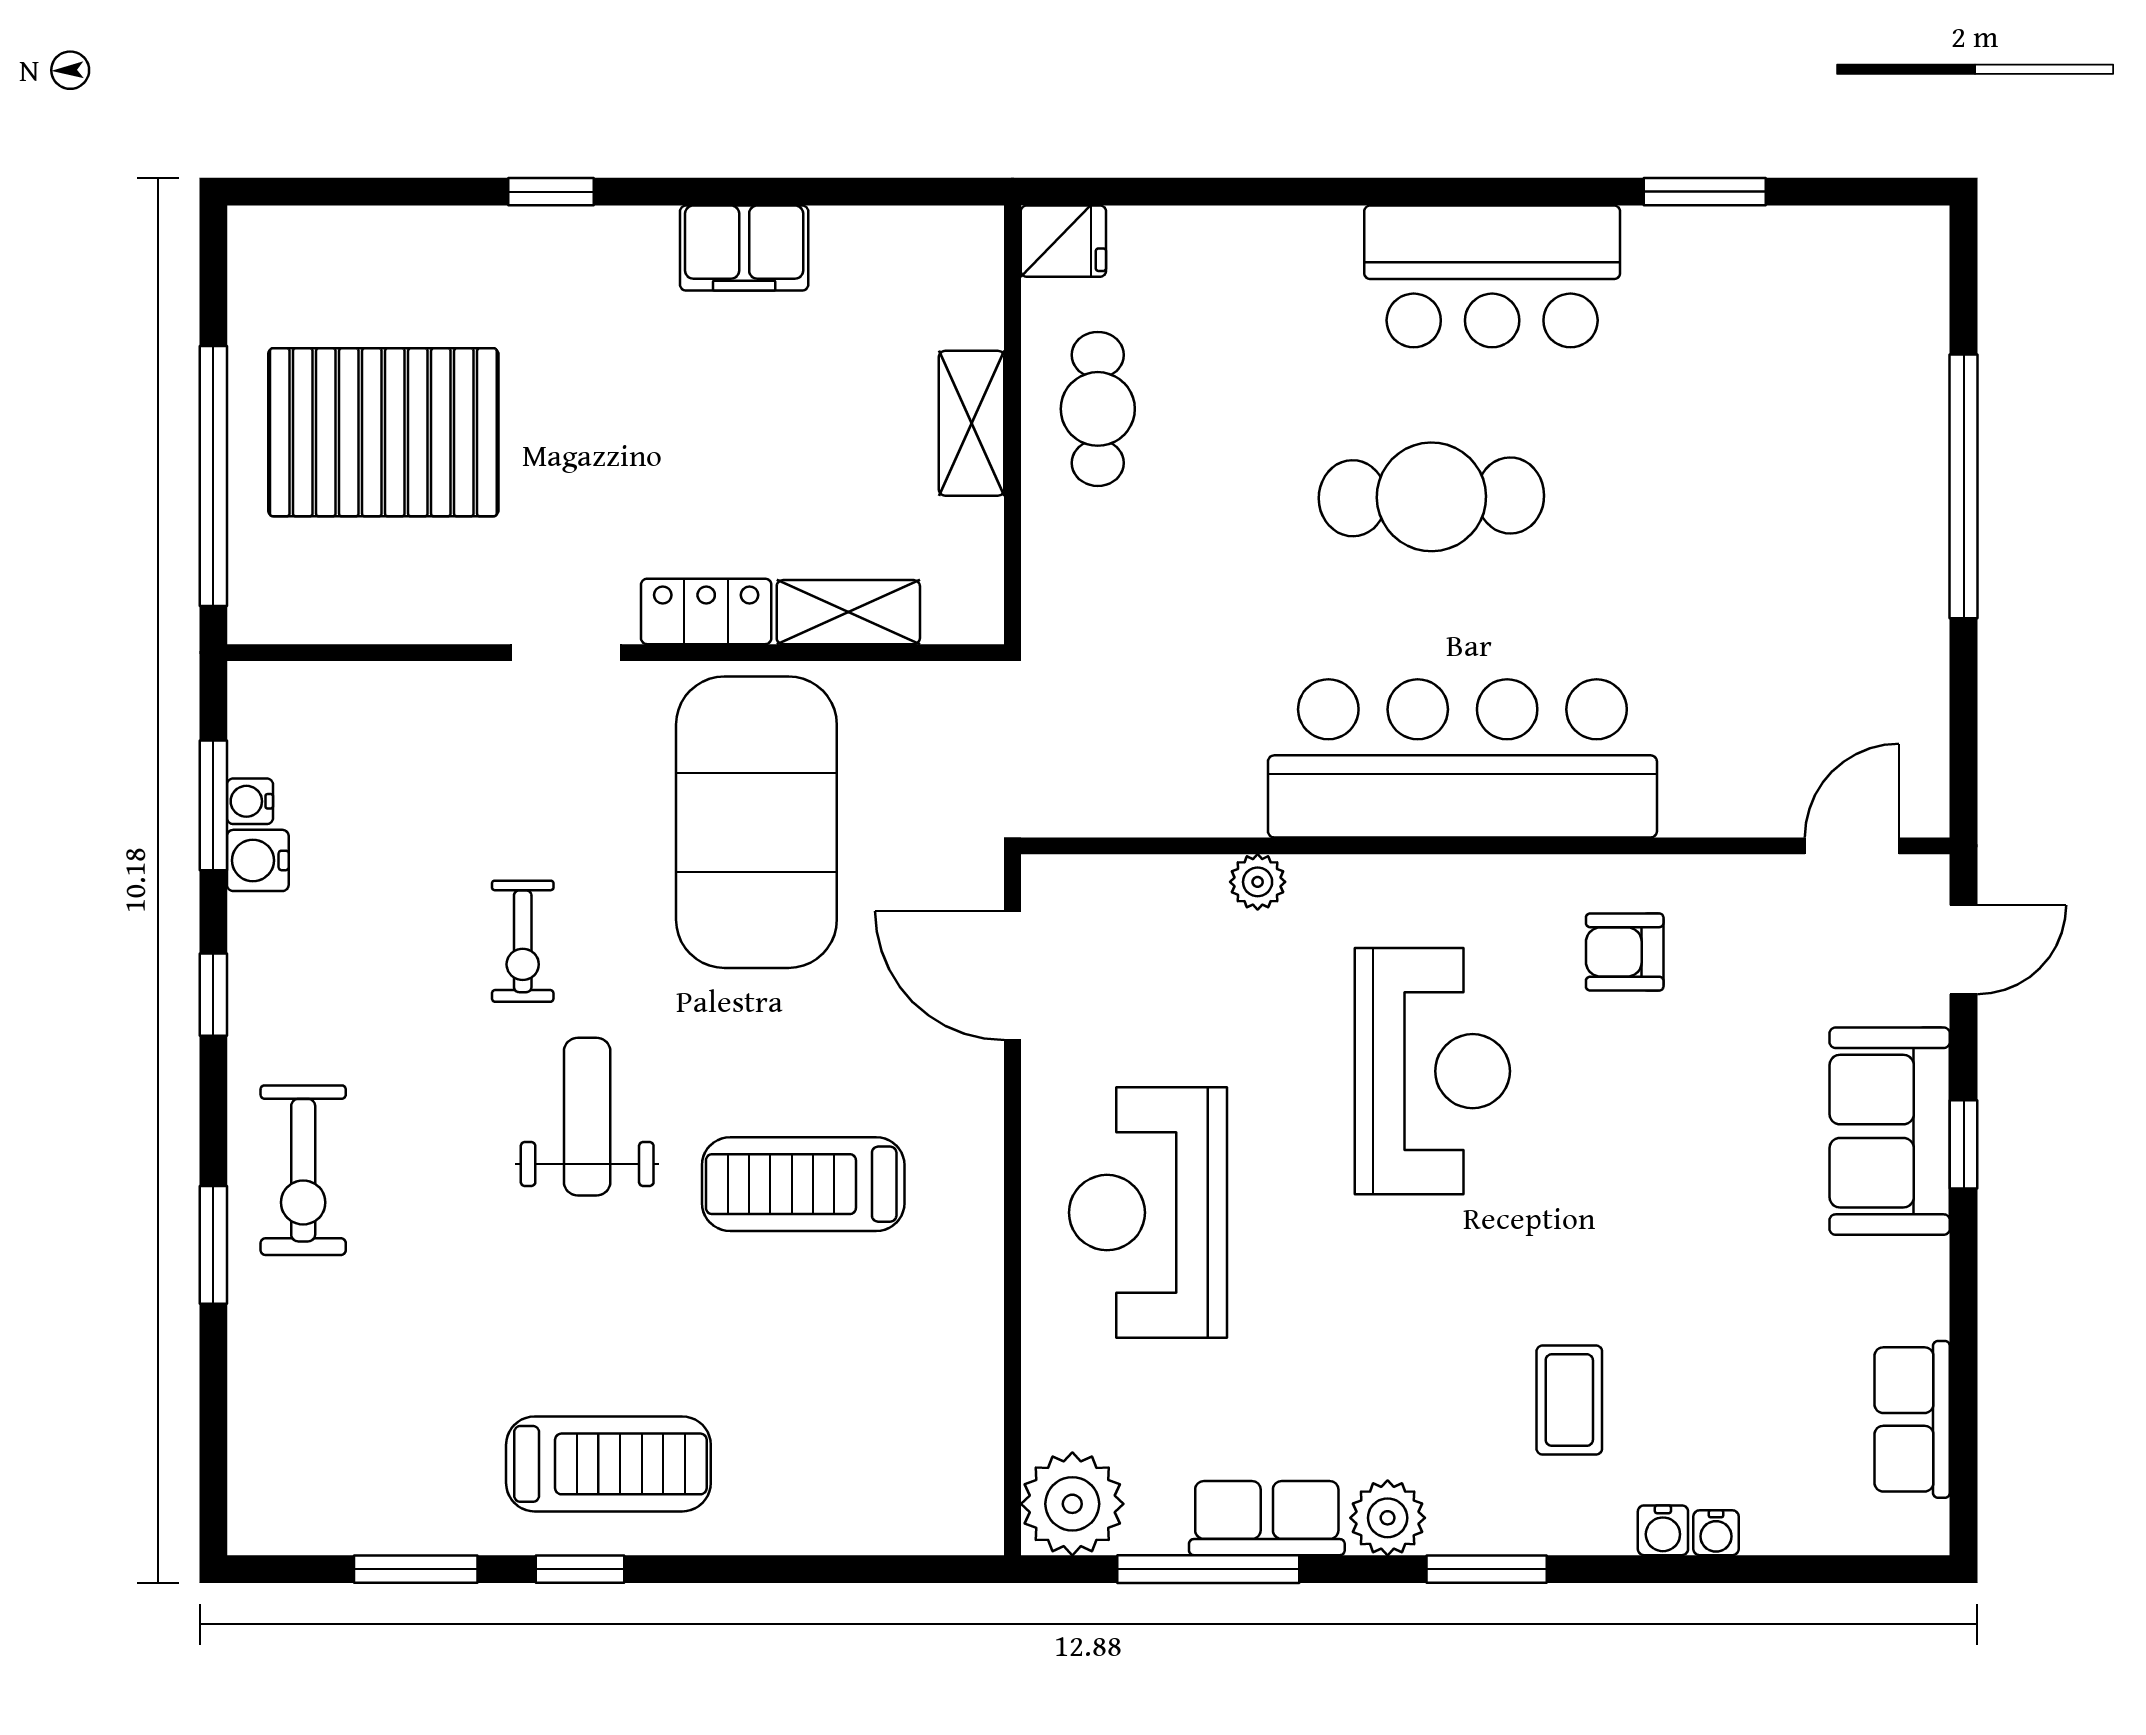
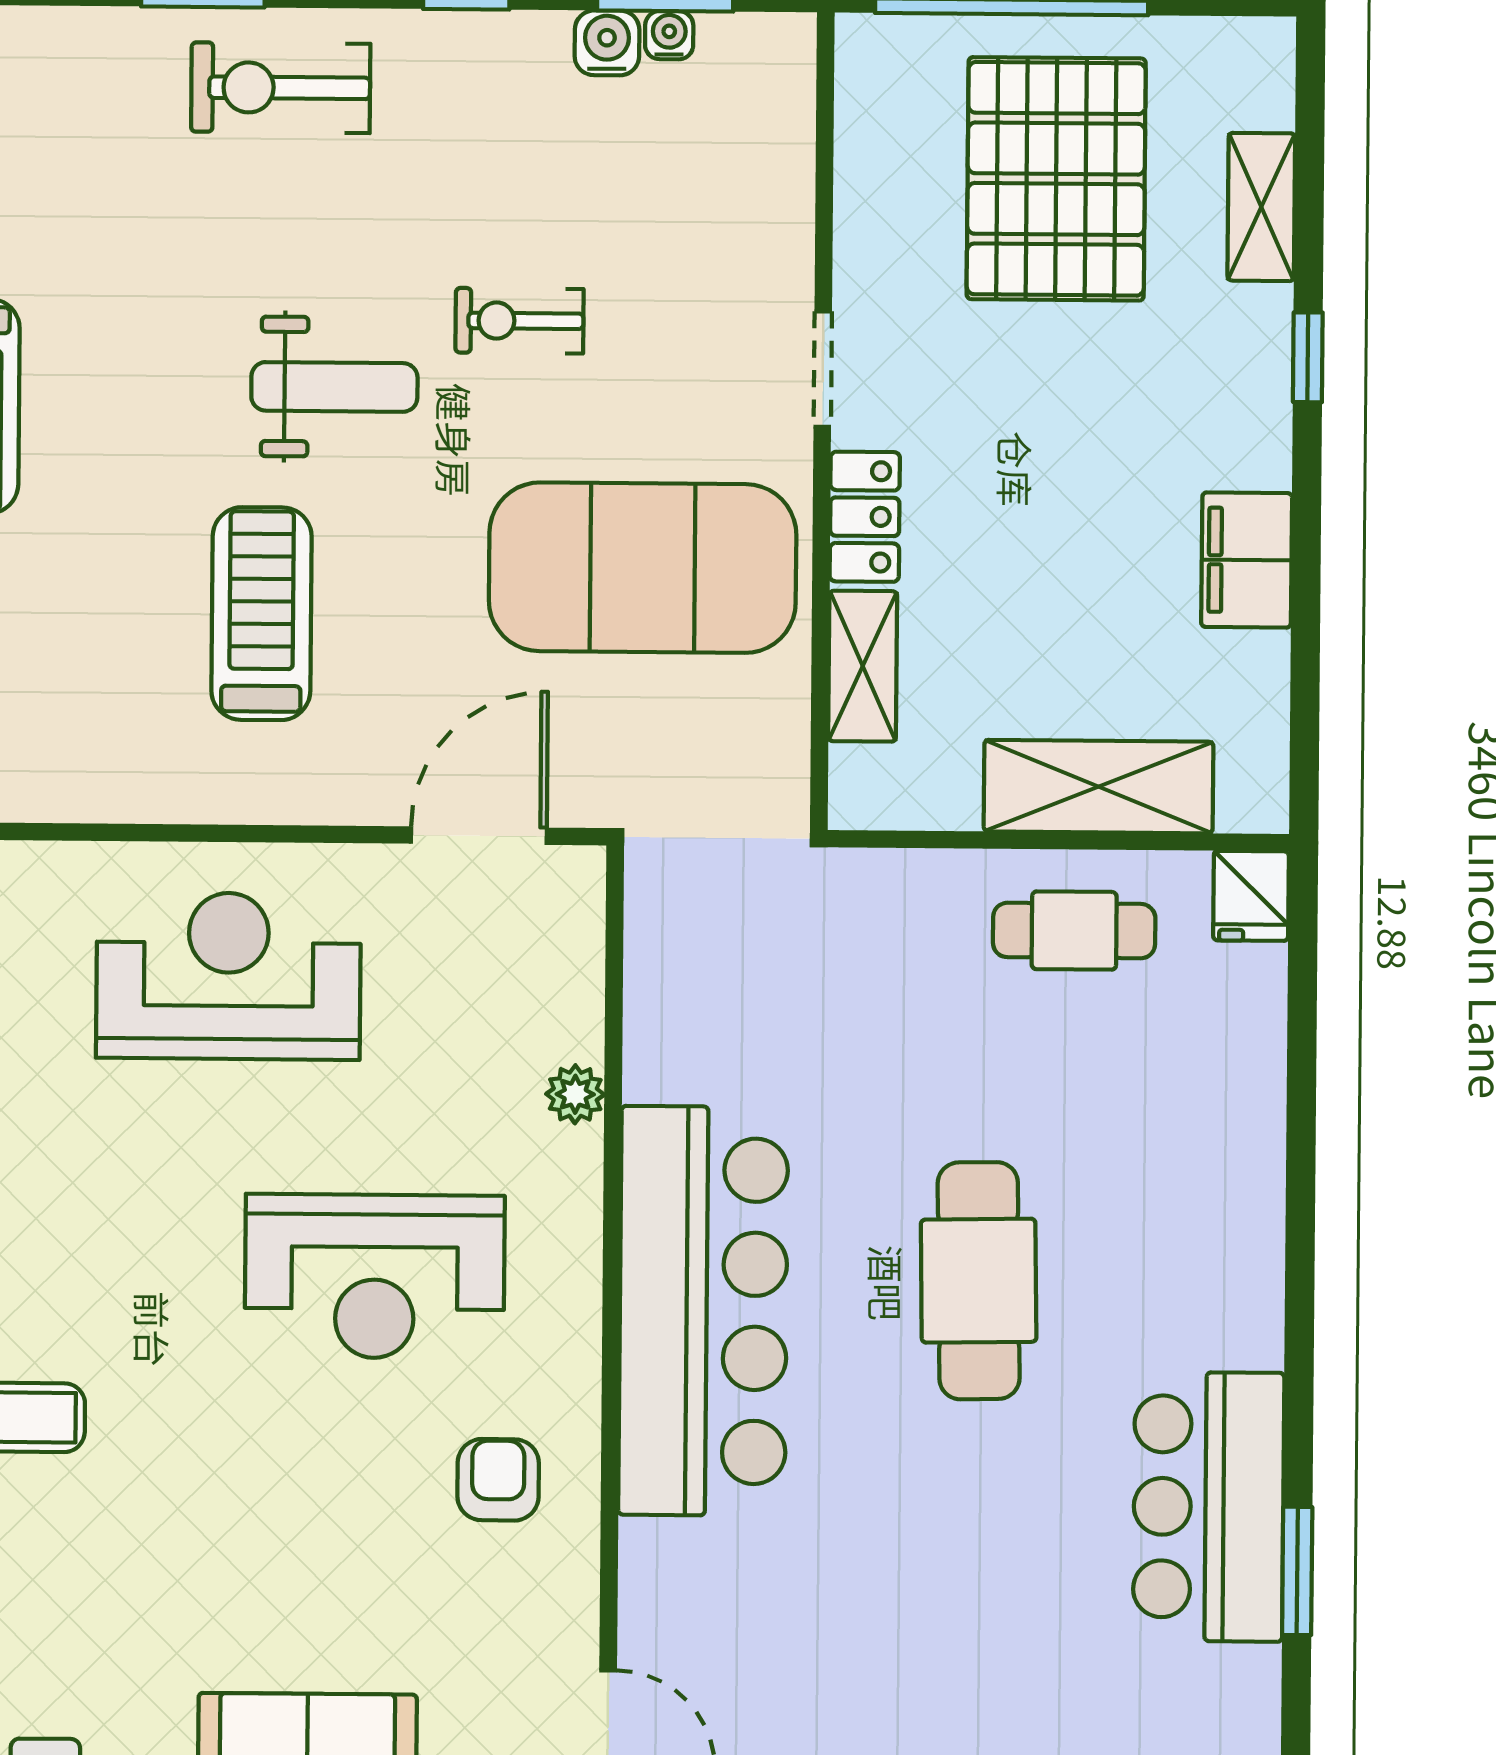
shelving: (408, 237) -> (1261, 207), added
bar counter: (1492, 276) -> (1209, 1507), moved
shelving: (972, 423) -> (1099, 787), width x1.50, depth x1.33

